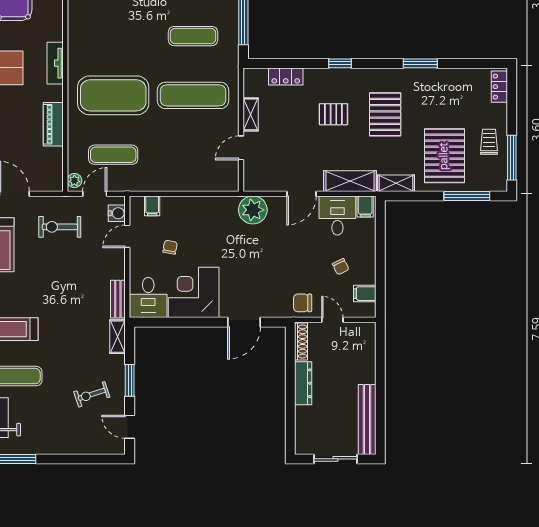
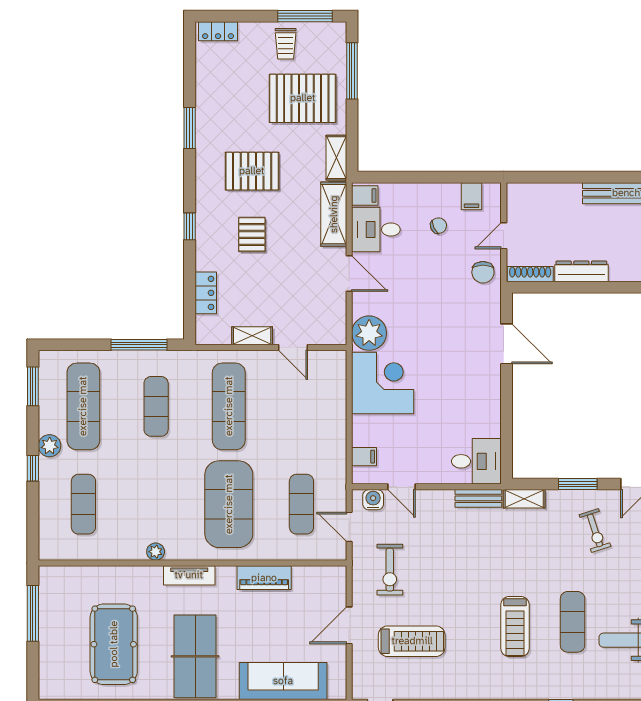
trolley: (489, 142) -> (286, 44), turned -90
plant: (74, 181) -> (156, 552), moved
chair: (170, 247) -> (415, 435), removed
corner desk: (194, 292) -> (383, 383), moved, turned 180

